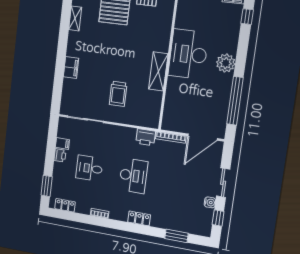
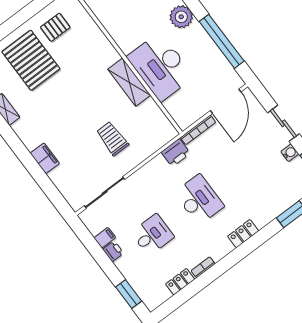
desk: (188, 54) -> (160, 67), moved
trolley: (118, 94) -> (112, 138), turned 180
desk: (89, 168) -> (152, 235), turned 180
locker: (65, 205) -> (180, 282), moved

